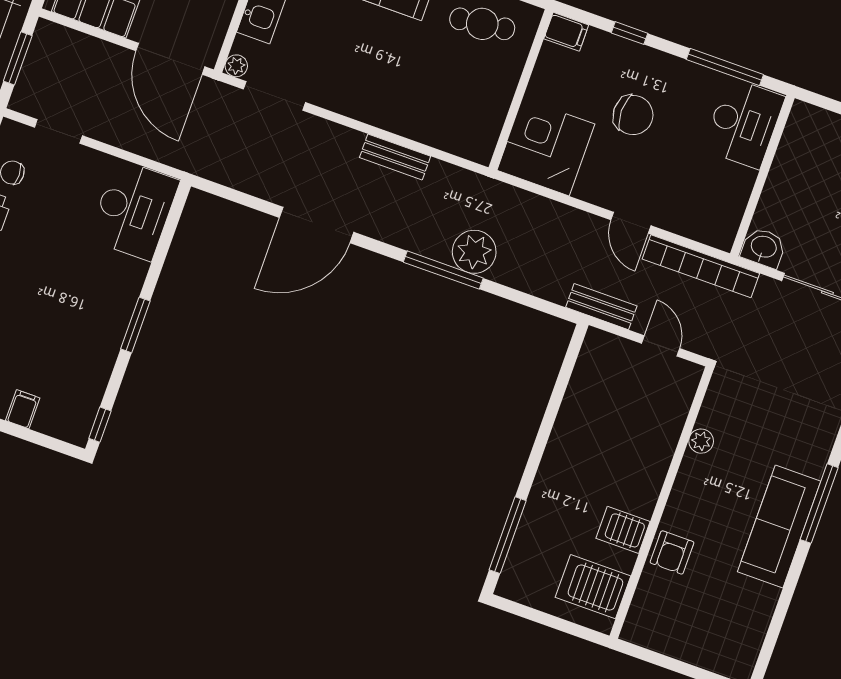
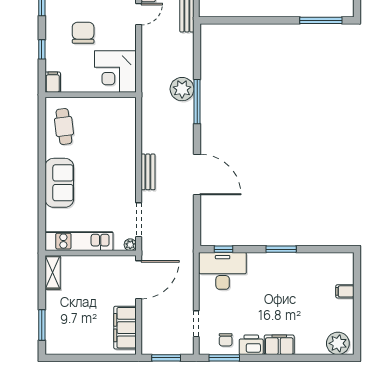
bench: (395, 157) -> (148, 172), moved
window: (100, 425) -> (224, 249), moved

